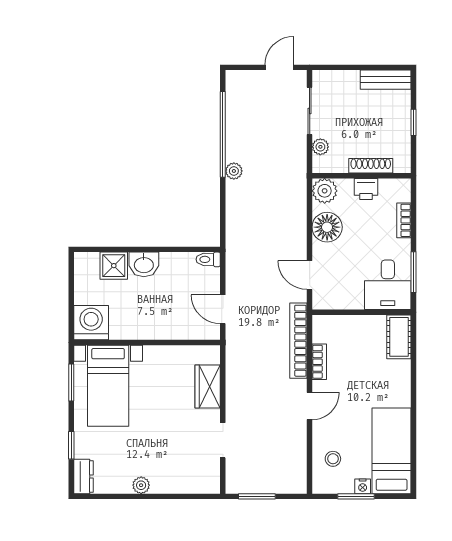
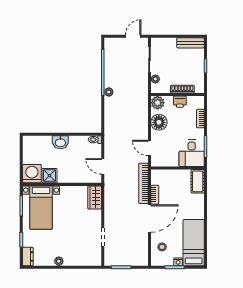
shower: (114, 266) -> (50, 176), moved
wardrobe: (208, 387) -> (95, 197), moved
door: (310, 406) -> (149, 219), width x1.87

